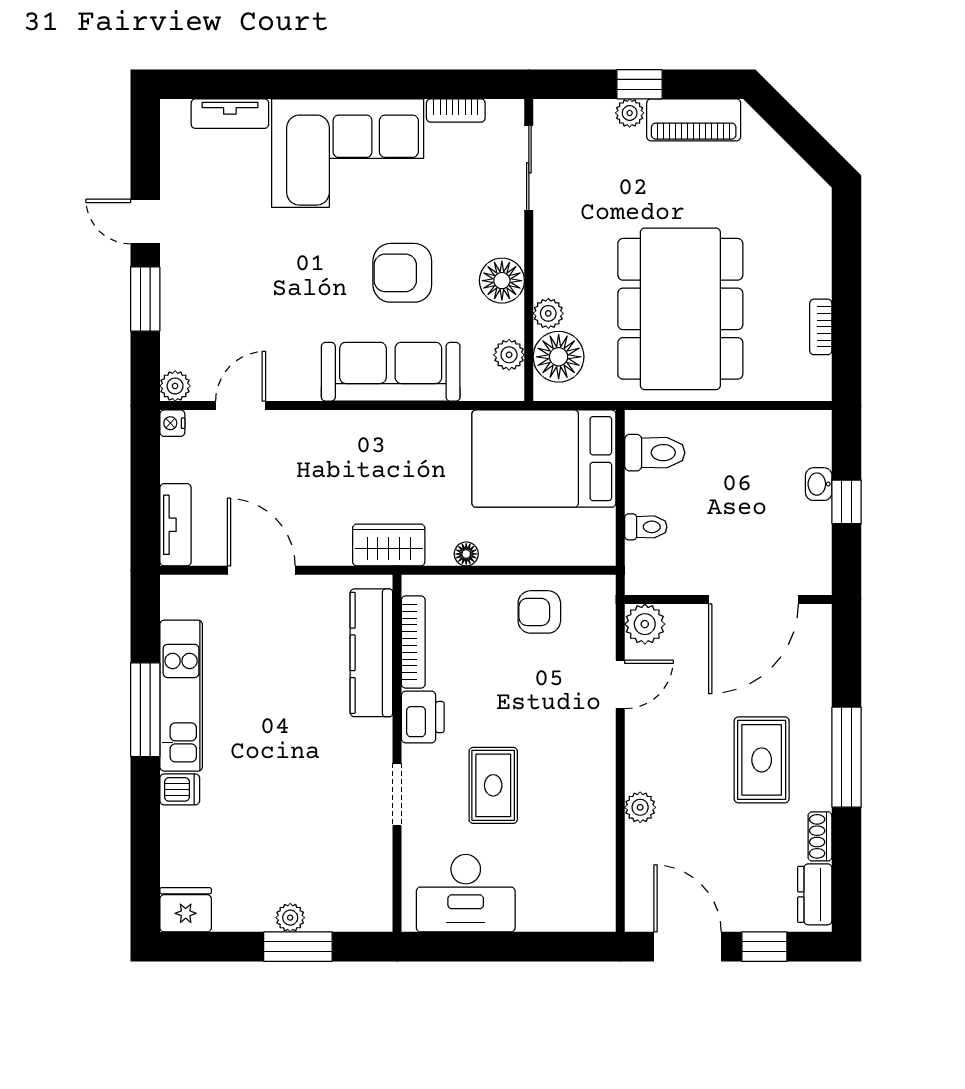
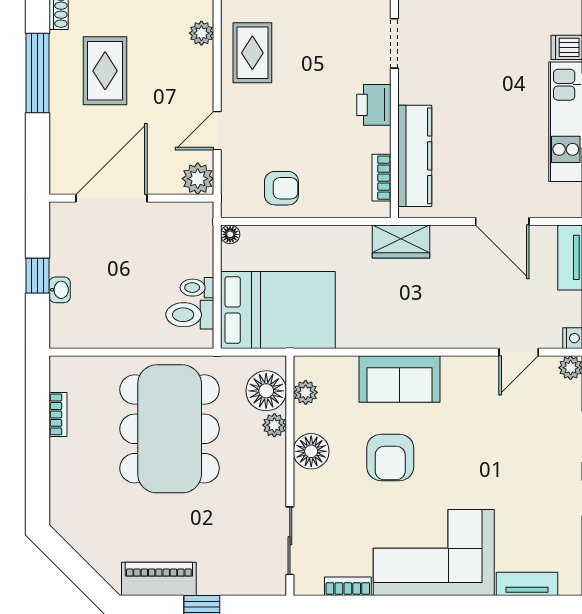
plant: (630, 113) -> (210, 584), removed
armchair: (402, 273) -> (390, 457), turned 90
sofa: (391, 372) -> (399, 379), width x0.73
toilet: (646, 527) -> (197, 288), moved
floor lamp: (466, 554) -> (230, 234), moved
bookcase: (413, 642) -> (382, 178), width x0.64
rug: (493, 785) -> (252, 53), moved

